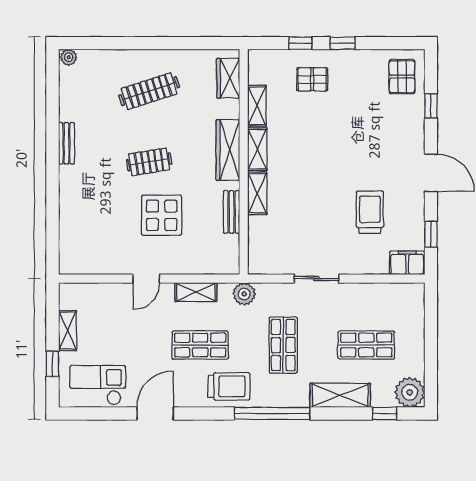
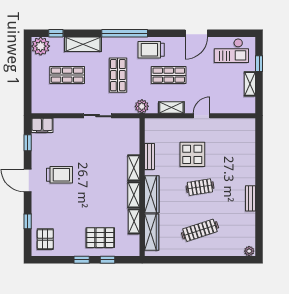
wardrobe: (228, 78) -> (152, 232), width x1.50
pallet: (312, 79) -> (100, 238), width x1.50, depth x1.42
trolley: (370, 212) -> (60, 175), moved, turned -90

